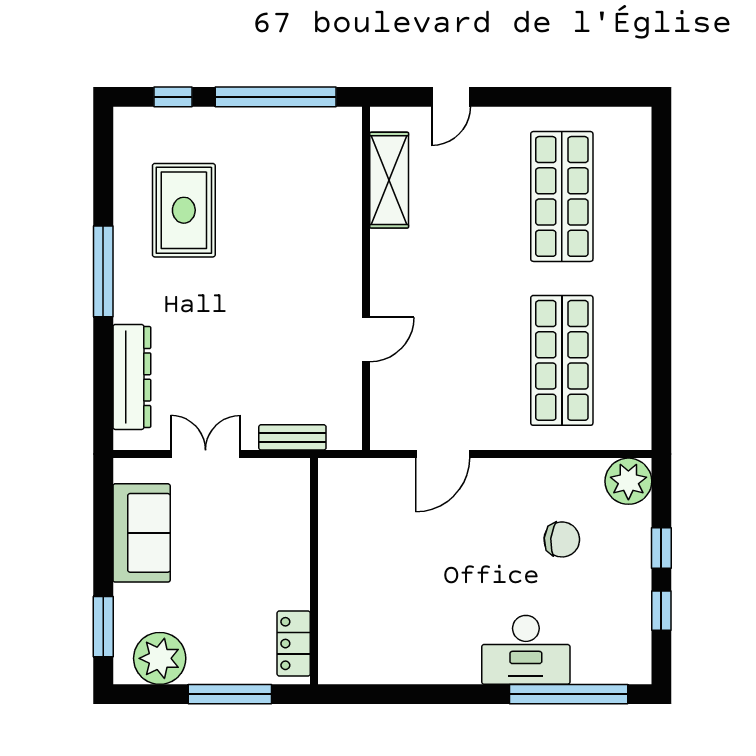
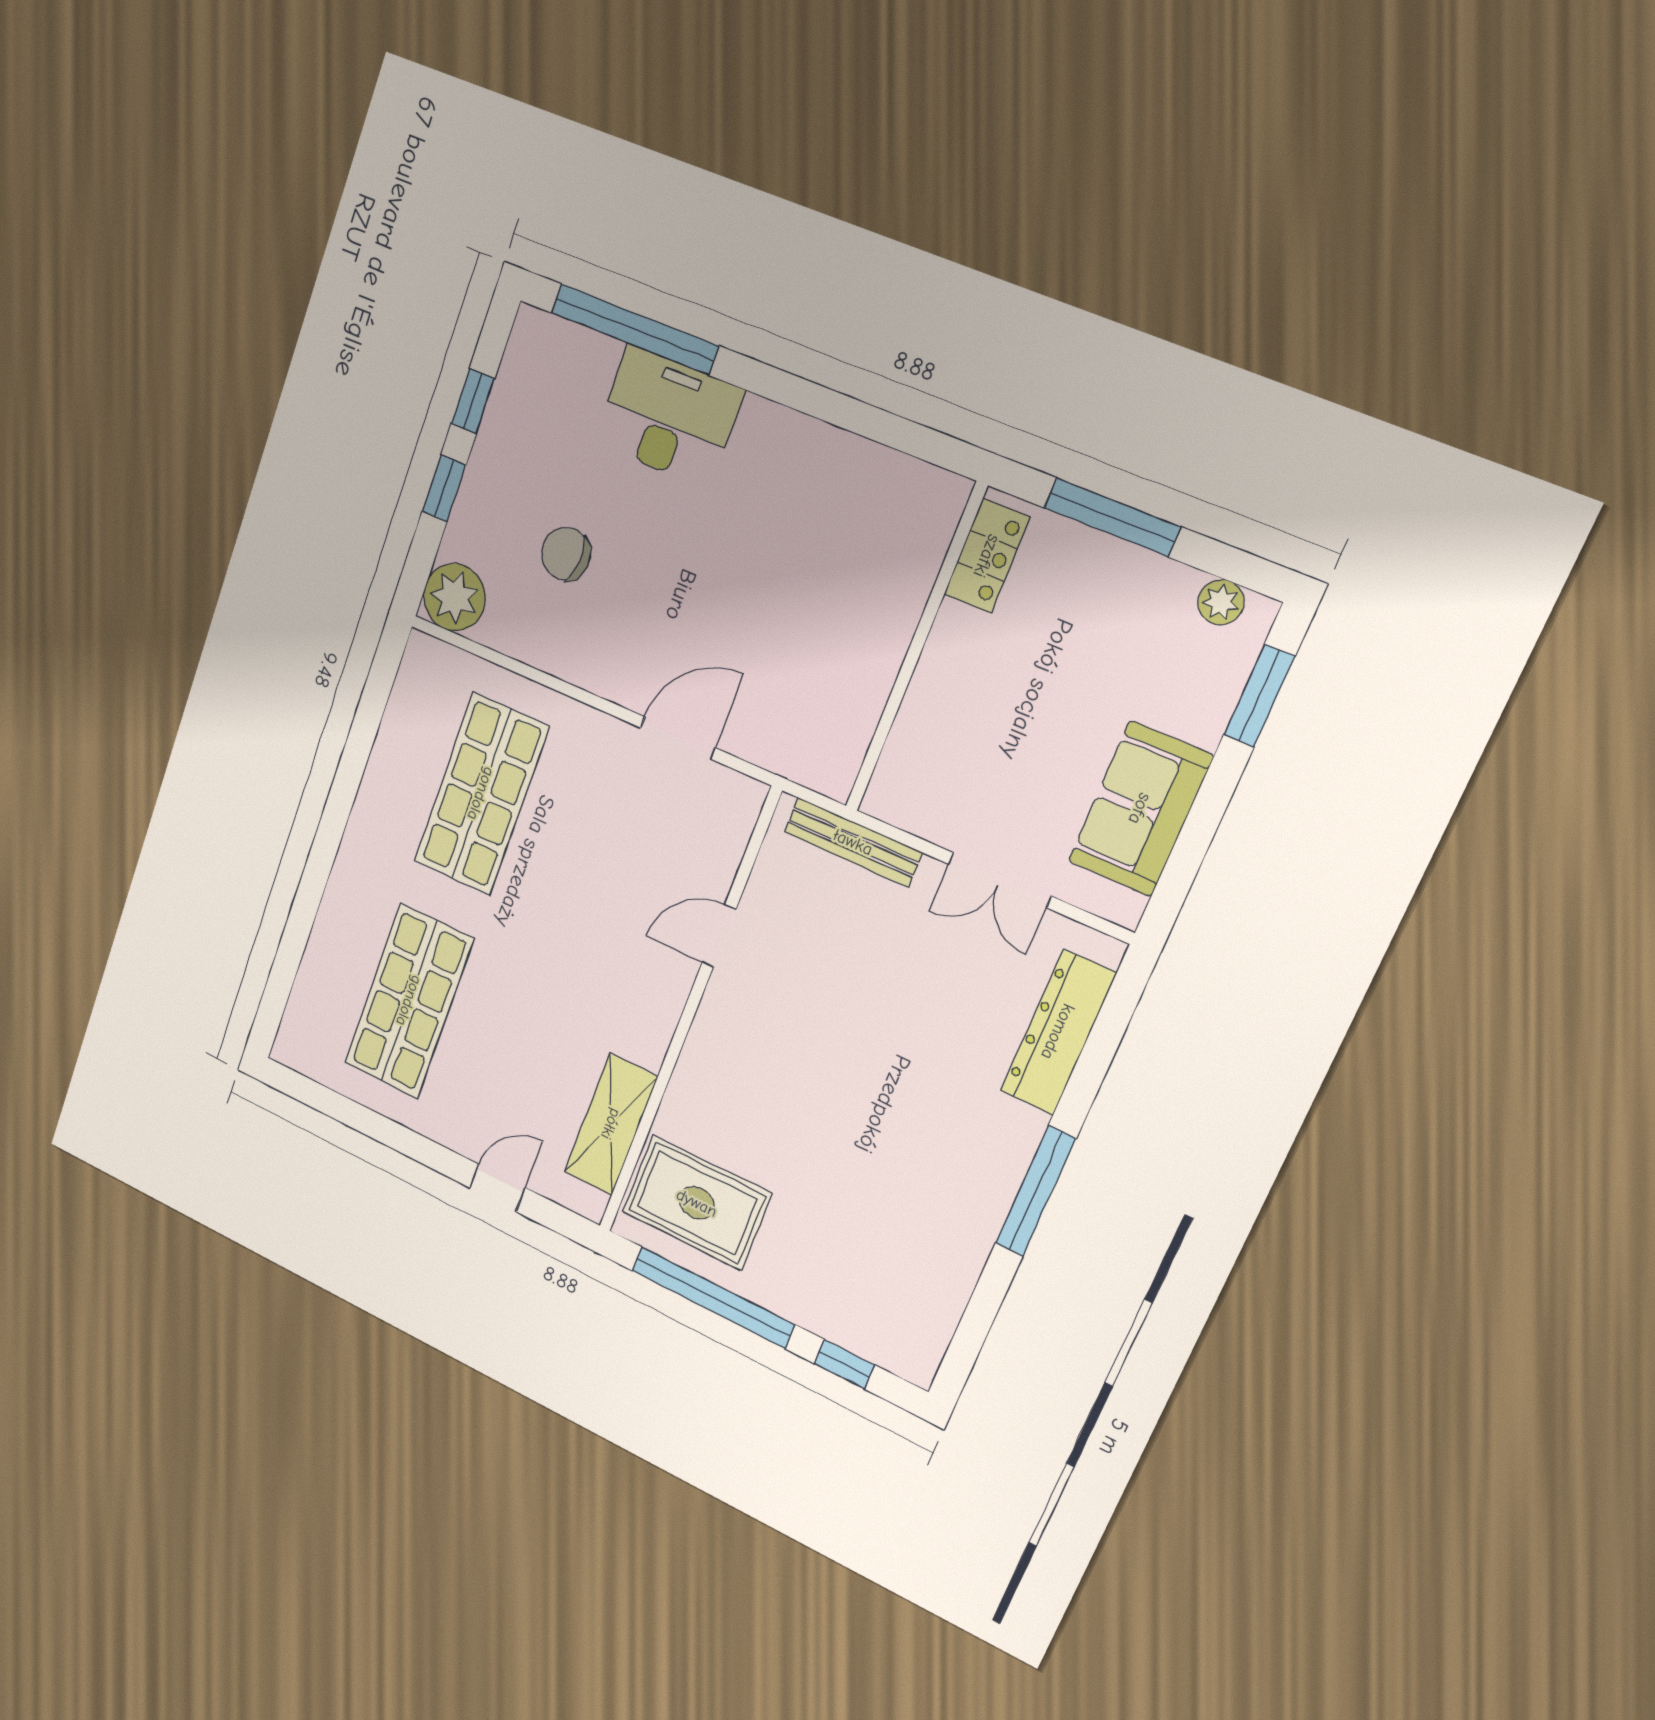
rug: (184, 210) -> (697, 1203), moved, turned 90
bench: (292, 437) -> (853, 842), width x1.36
plant: (160, 658) -> (1221, 602), width x0.53, depth x0.53

